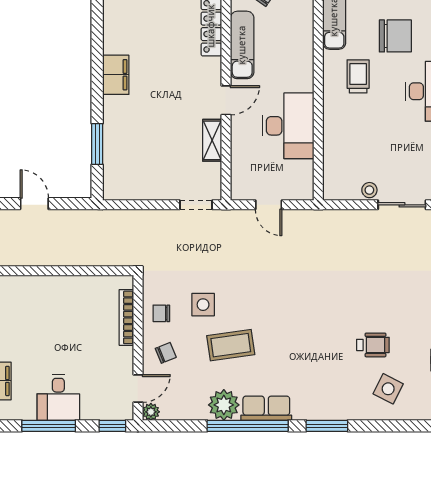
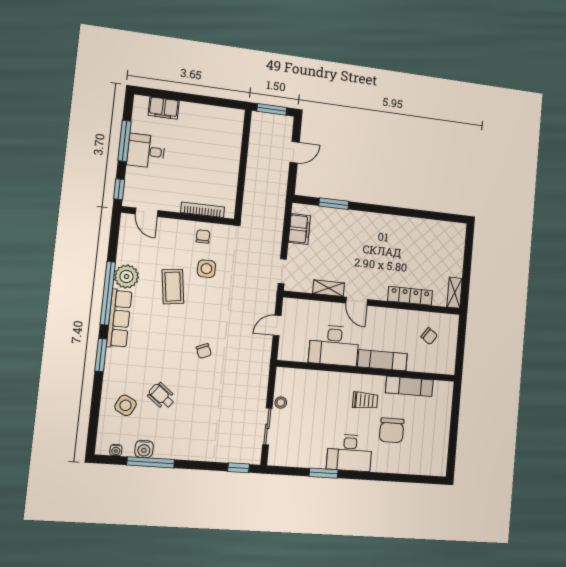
exam couch: (242, 45) -> (382, 360), moved, turned 180
filing cabinet: (116, 75) -> (299, 229), moved, turned -90
wheelchair: (373, 345) -> (162, 396), turned 128
chair: (166, 353) -> (204, 351), moved
row of seats: (266, 408) -> (119, 318), width x1.48
plant: (151, 412) -> (127, 220), removed

